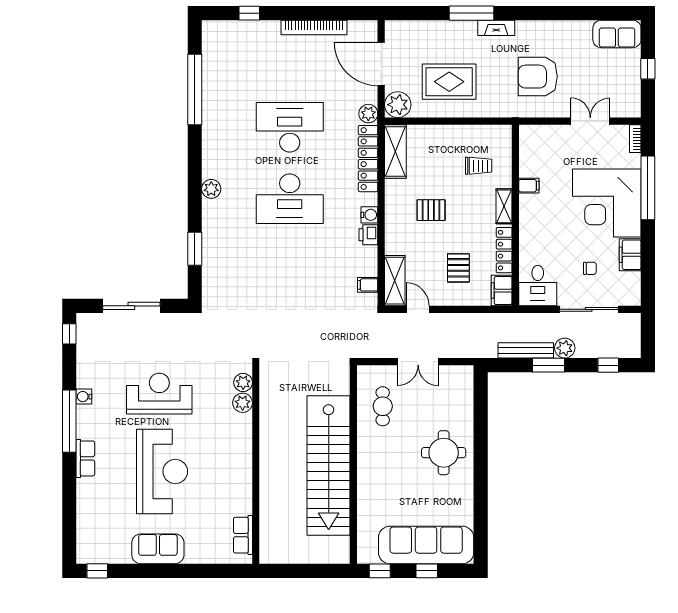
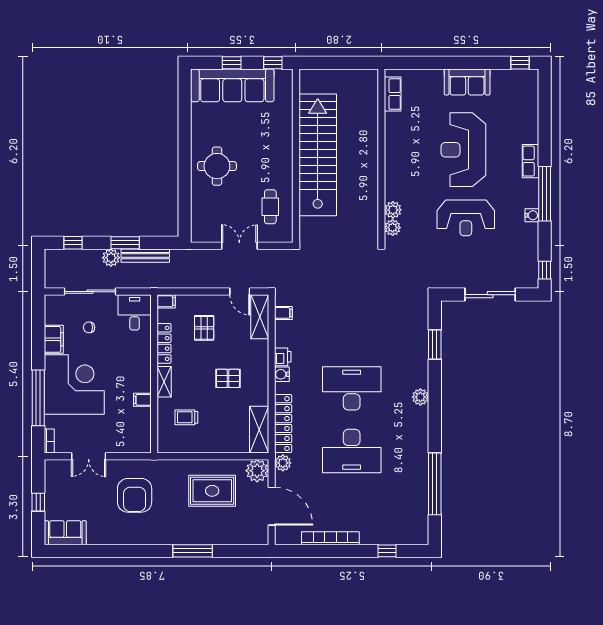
fireplace: (496, 28) -> (171, 538), removed
armchair: (538, 77) -> (135, 495), turned 90
filing cabinet: (502, 291) -> (166, 301), width x0.50

